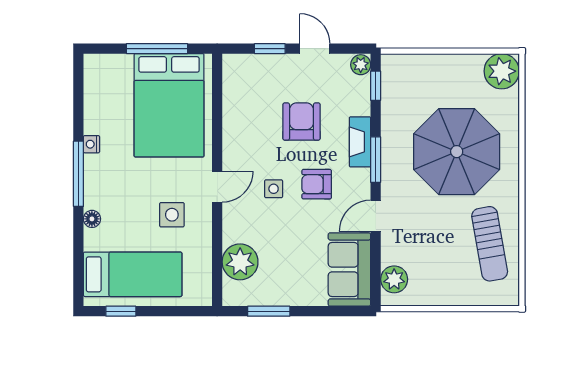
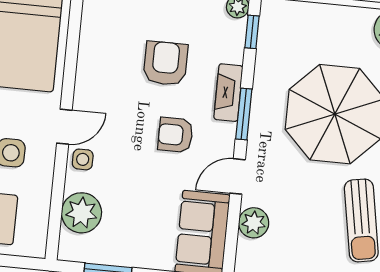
side table: (274, 189) -> (83, 159), moved
plant: (394, 279) -> (254, 223), moved

